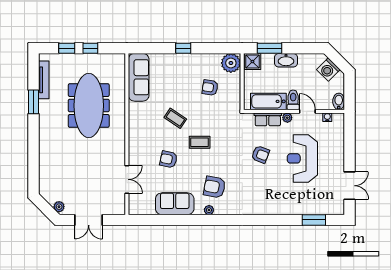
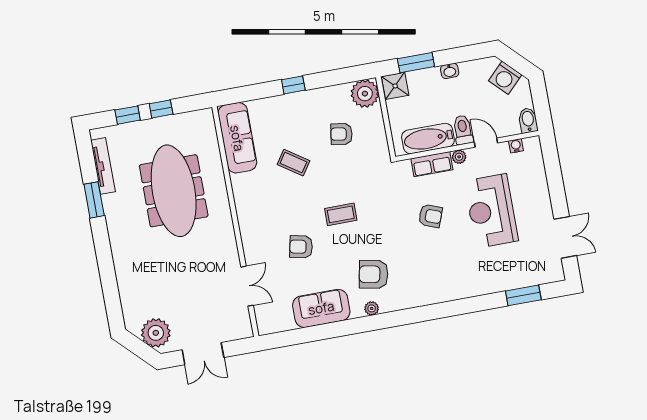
washbasin: (286, 60) -> (450, 71), width x0.52, depth x0.69
coffee table: (175, 118) -> (293, 163), moved
plant: (59, 207) -> (156, 333), width x1.88, depth x1.88

